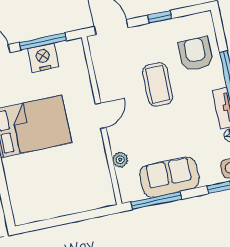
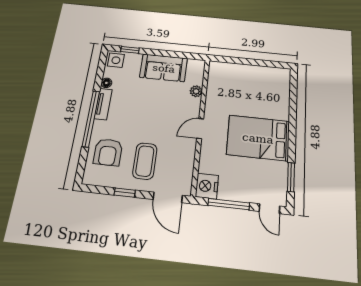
nightstand: (43, 58) -> (207, 186), moved, turned 90
coffee table: (158, 84) -> (145, 161), moved
window: (156, 201) -> (179, 55), removed

